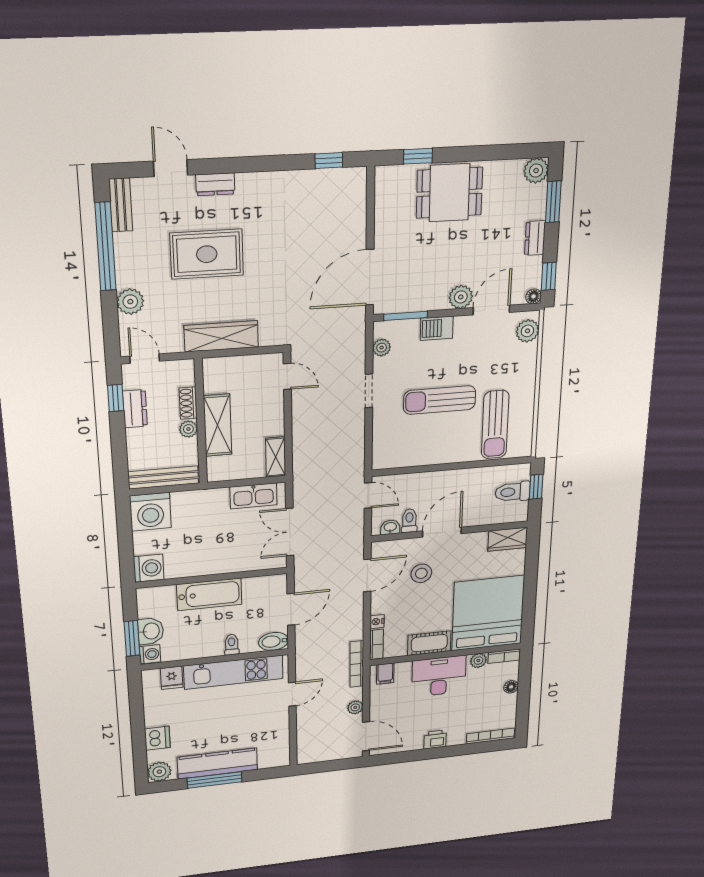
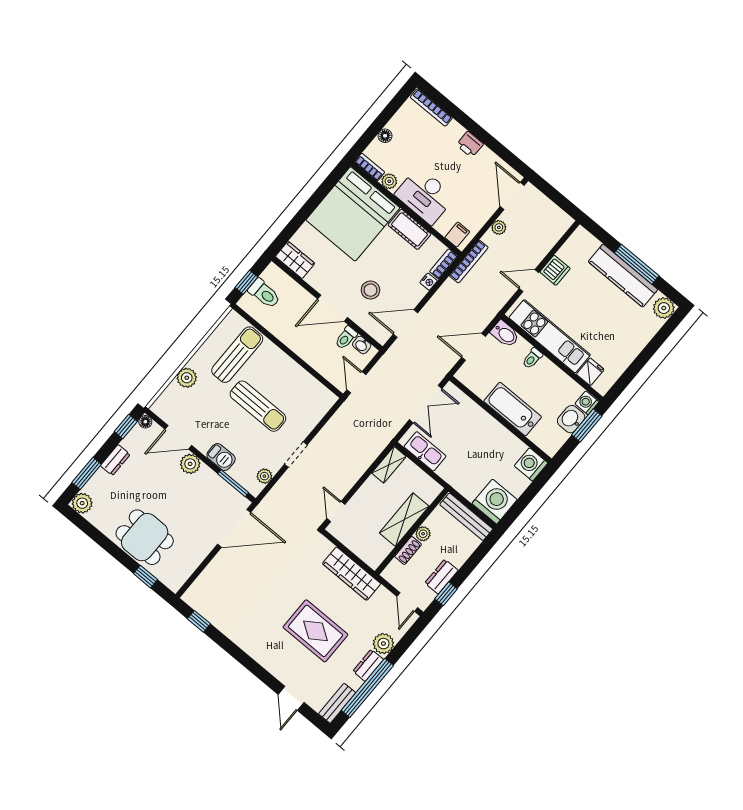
dresser: (215, 184) -> (368, 665), moved, turned -90
plant: (527, 331) -> (187, 378), moved
dishwasher: (157, 738) -> (555, 270), moved, turned 180

